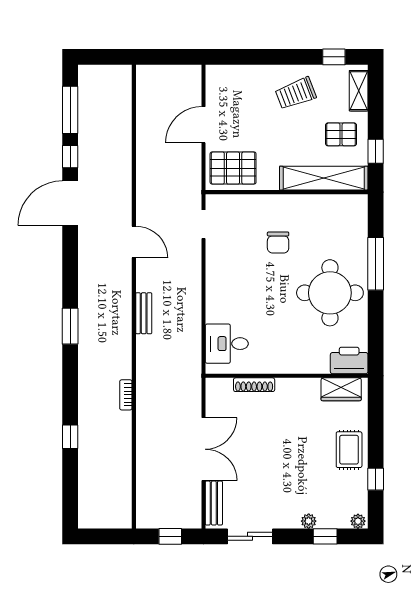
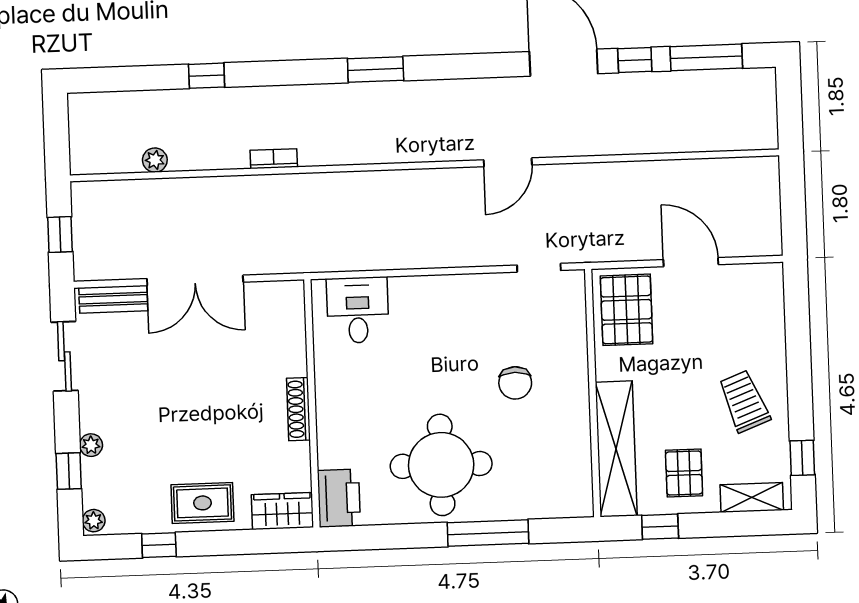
chair: (278, 242) -> (515, 383), turned -90
bench: (144, 313) -> (399, 181), removed
shoe rack: (254, 385) -> (298, 409), moved
wardrobe: (341, 389) -> (282, 511), moved, turned 90
plant: (124, 473) -> (155, 160), added

